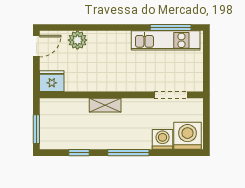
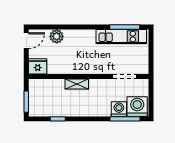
window: (128, 153) -> (125, 119), moved

